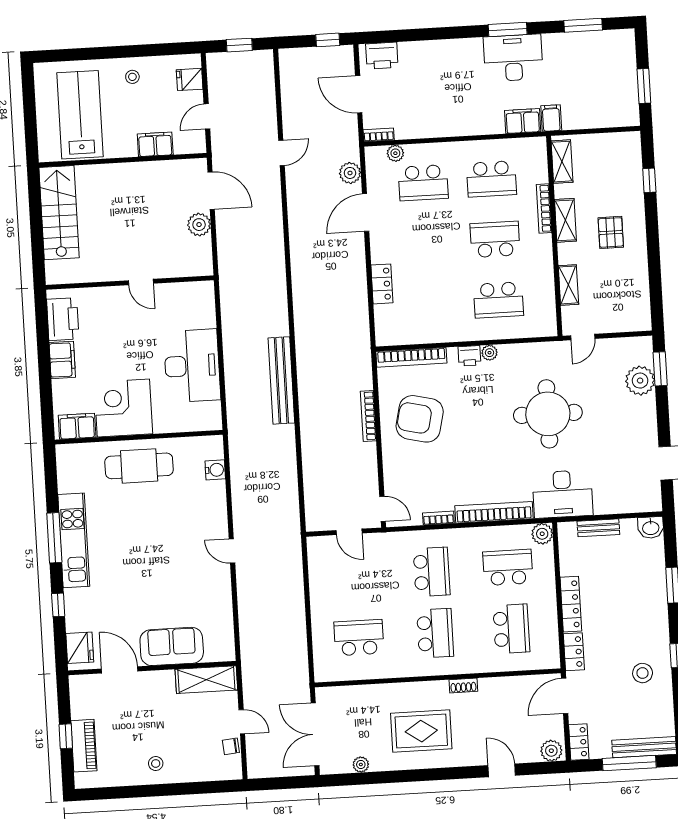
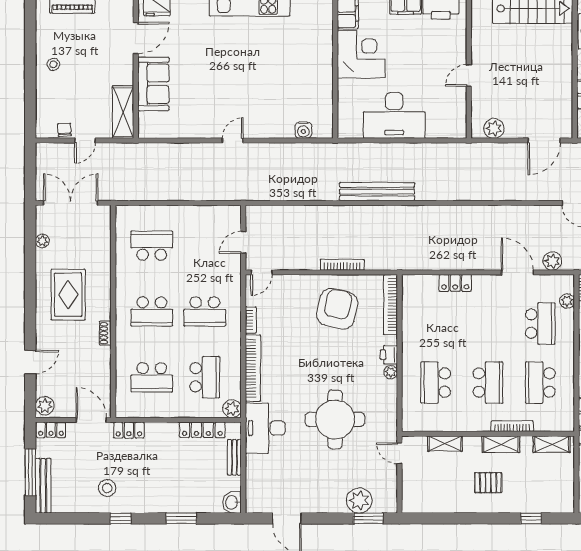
school desk: (423, 183) -> (540, 324), turned 180
plant: (199, 225) -> (494, 128), moved
cafe table: (139, 466) -> (311, 65), removed
locker: (571, 604) -> (202, 430), moved
school desk: (359, 638) -> (152, 246), turned -90

